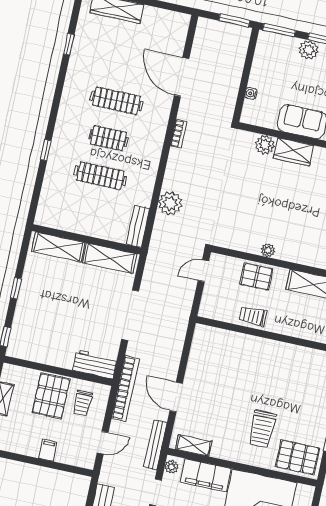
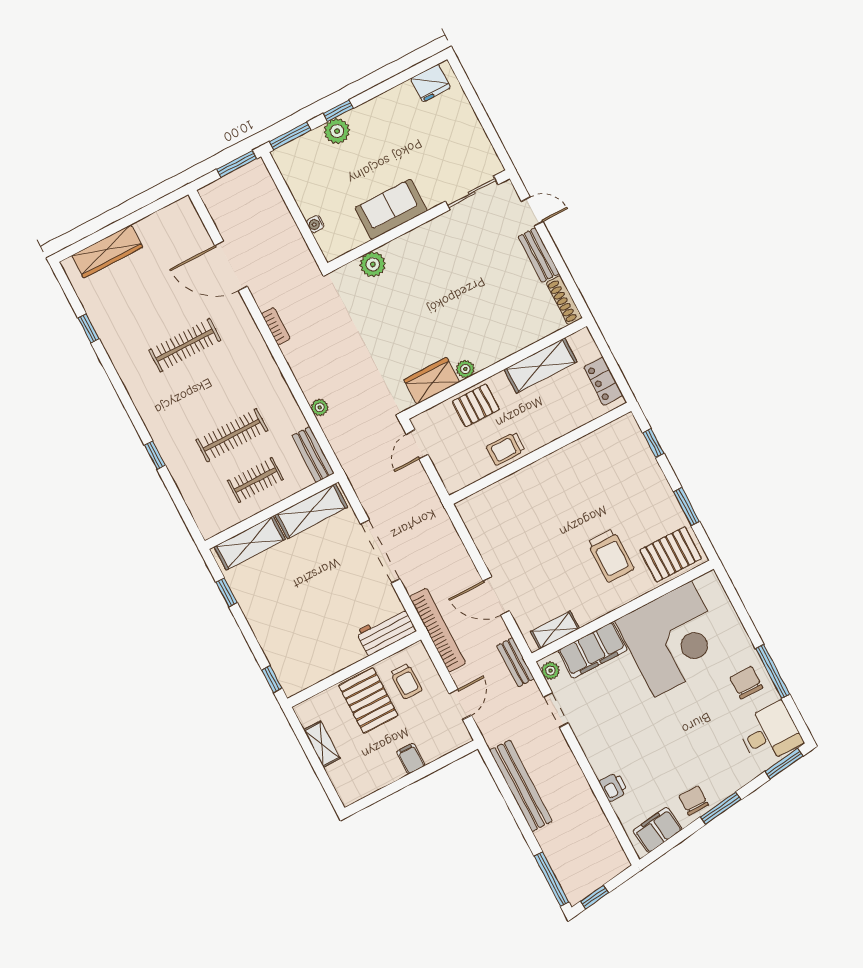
clothes rail: (108, 138) -> (255, 480), moved
wardrobe: (293, 152) -> (432, 381), moved, turned 180
plant: (170, 203) -> (320, 407), width x0.53, depth x0.53
window: (16, 288) -> (227, 592), moved
bench: (155, 445) -> (516, 662), width x0.73

